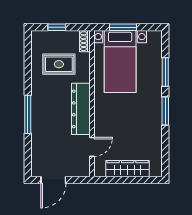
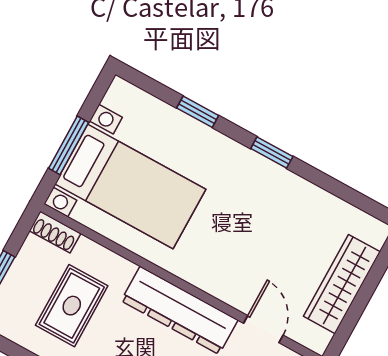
window: (165, 72) -> (198, 112), width x0.67
window: (165, 111) -> (272, 152), width x0.67

